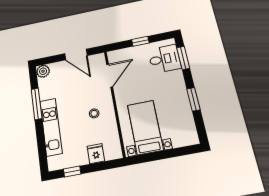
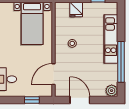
window: (140, 41) -> (32, 100), moved
window: (36, 104) -> (121, 62), width x1.46

